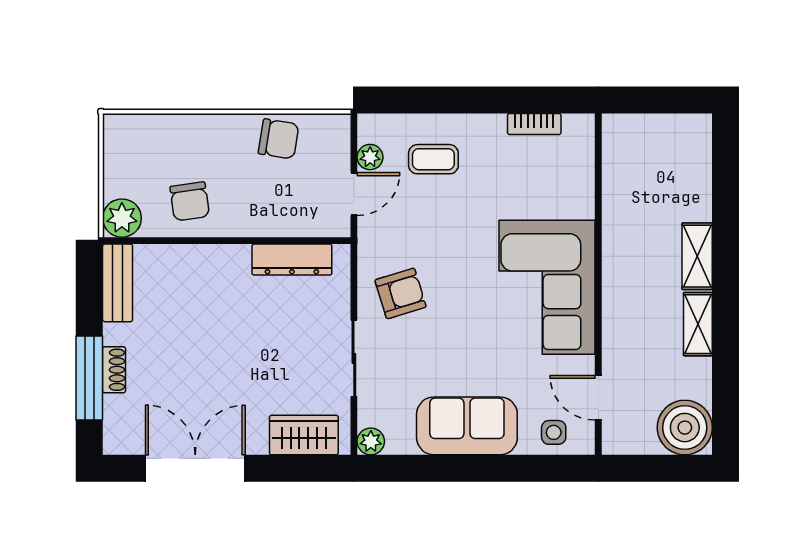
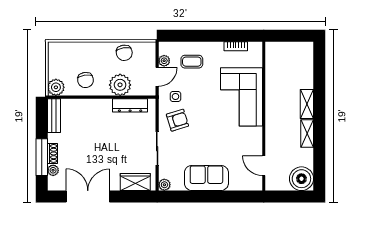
chair: (279, 139) -> (124, 53), turned 71
plant: (269, 212) -> (120, 85), added
corner sofa: (547, 287) -> (241, 97), moved
plant: (115, 408) -> (53, 170), added
side table: (554, 432) -> (175, 96), moved

